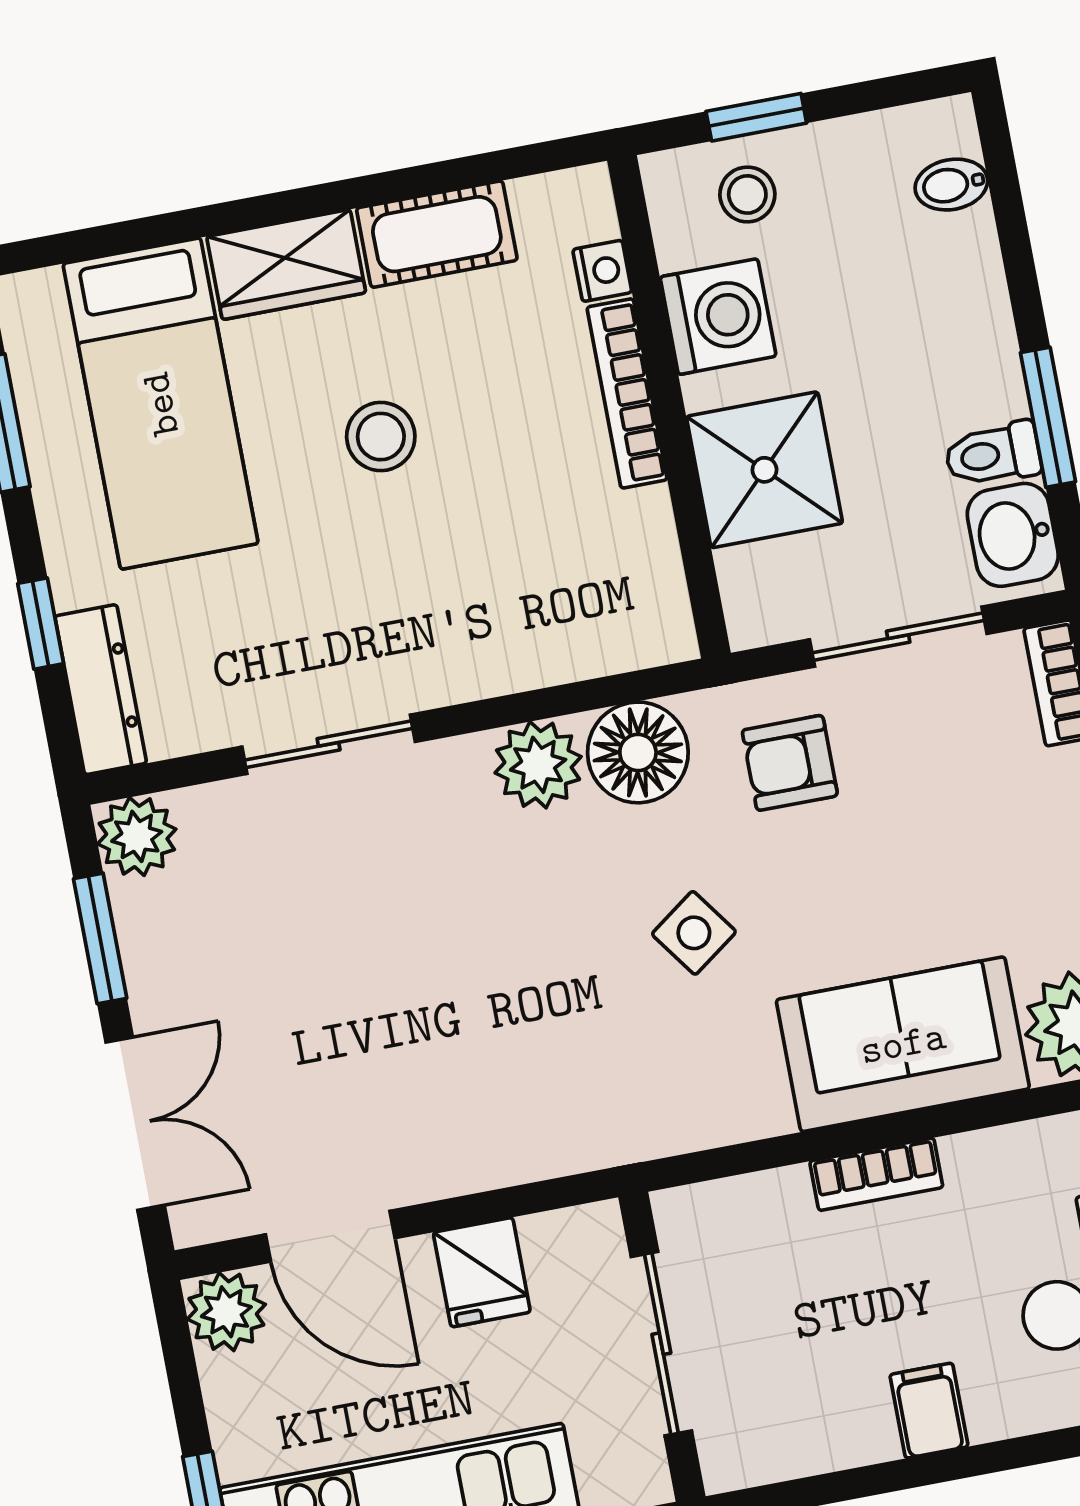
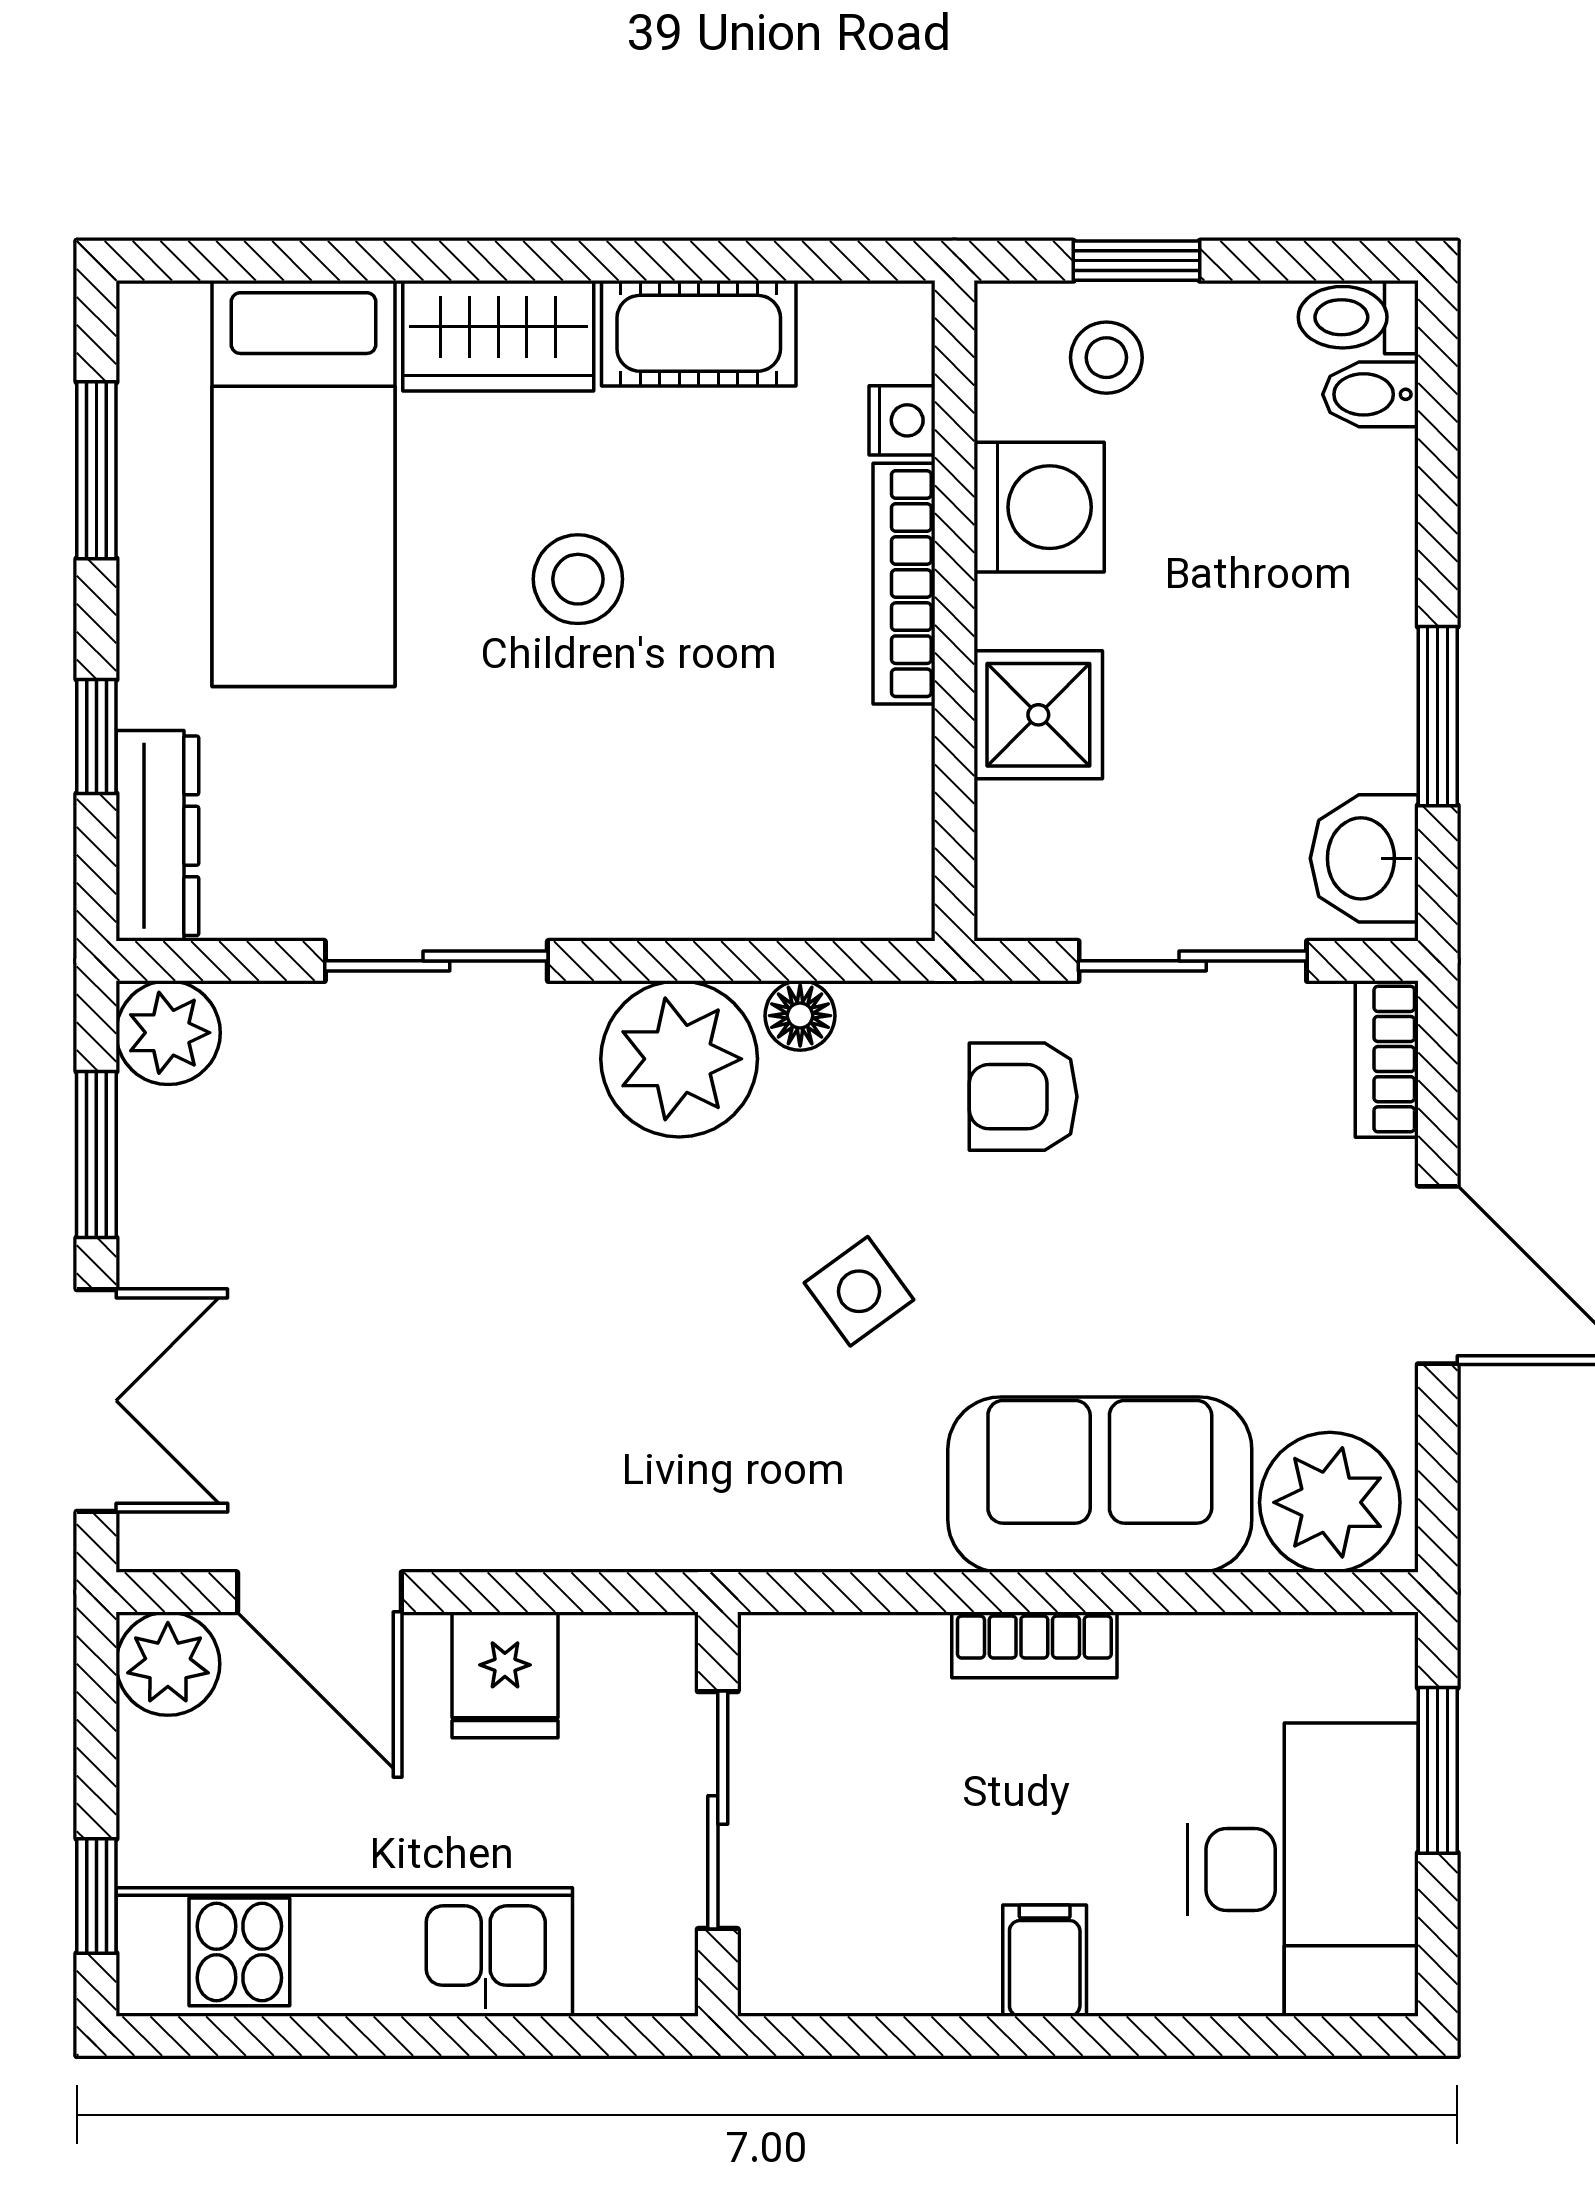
toilet: (993, 454) -> (1358, 317), moved
shower: (765, 470) -> (1038, 715), width x0.73, depth x0.73
floor lamp: (638, 752) -> (800, 1016), width x0.53, depth x0.53
plant: (538, 765) -> (679, 1059), width x1.36, depth x1.36

